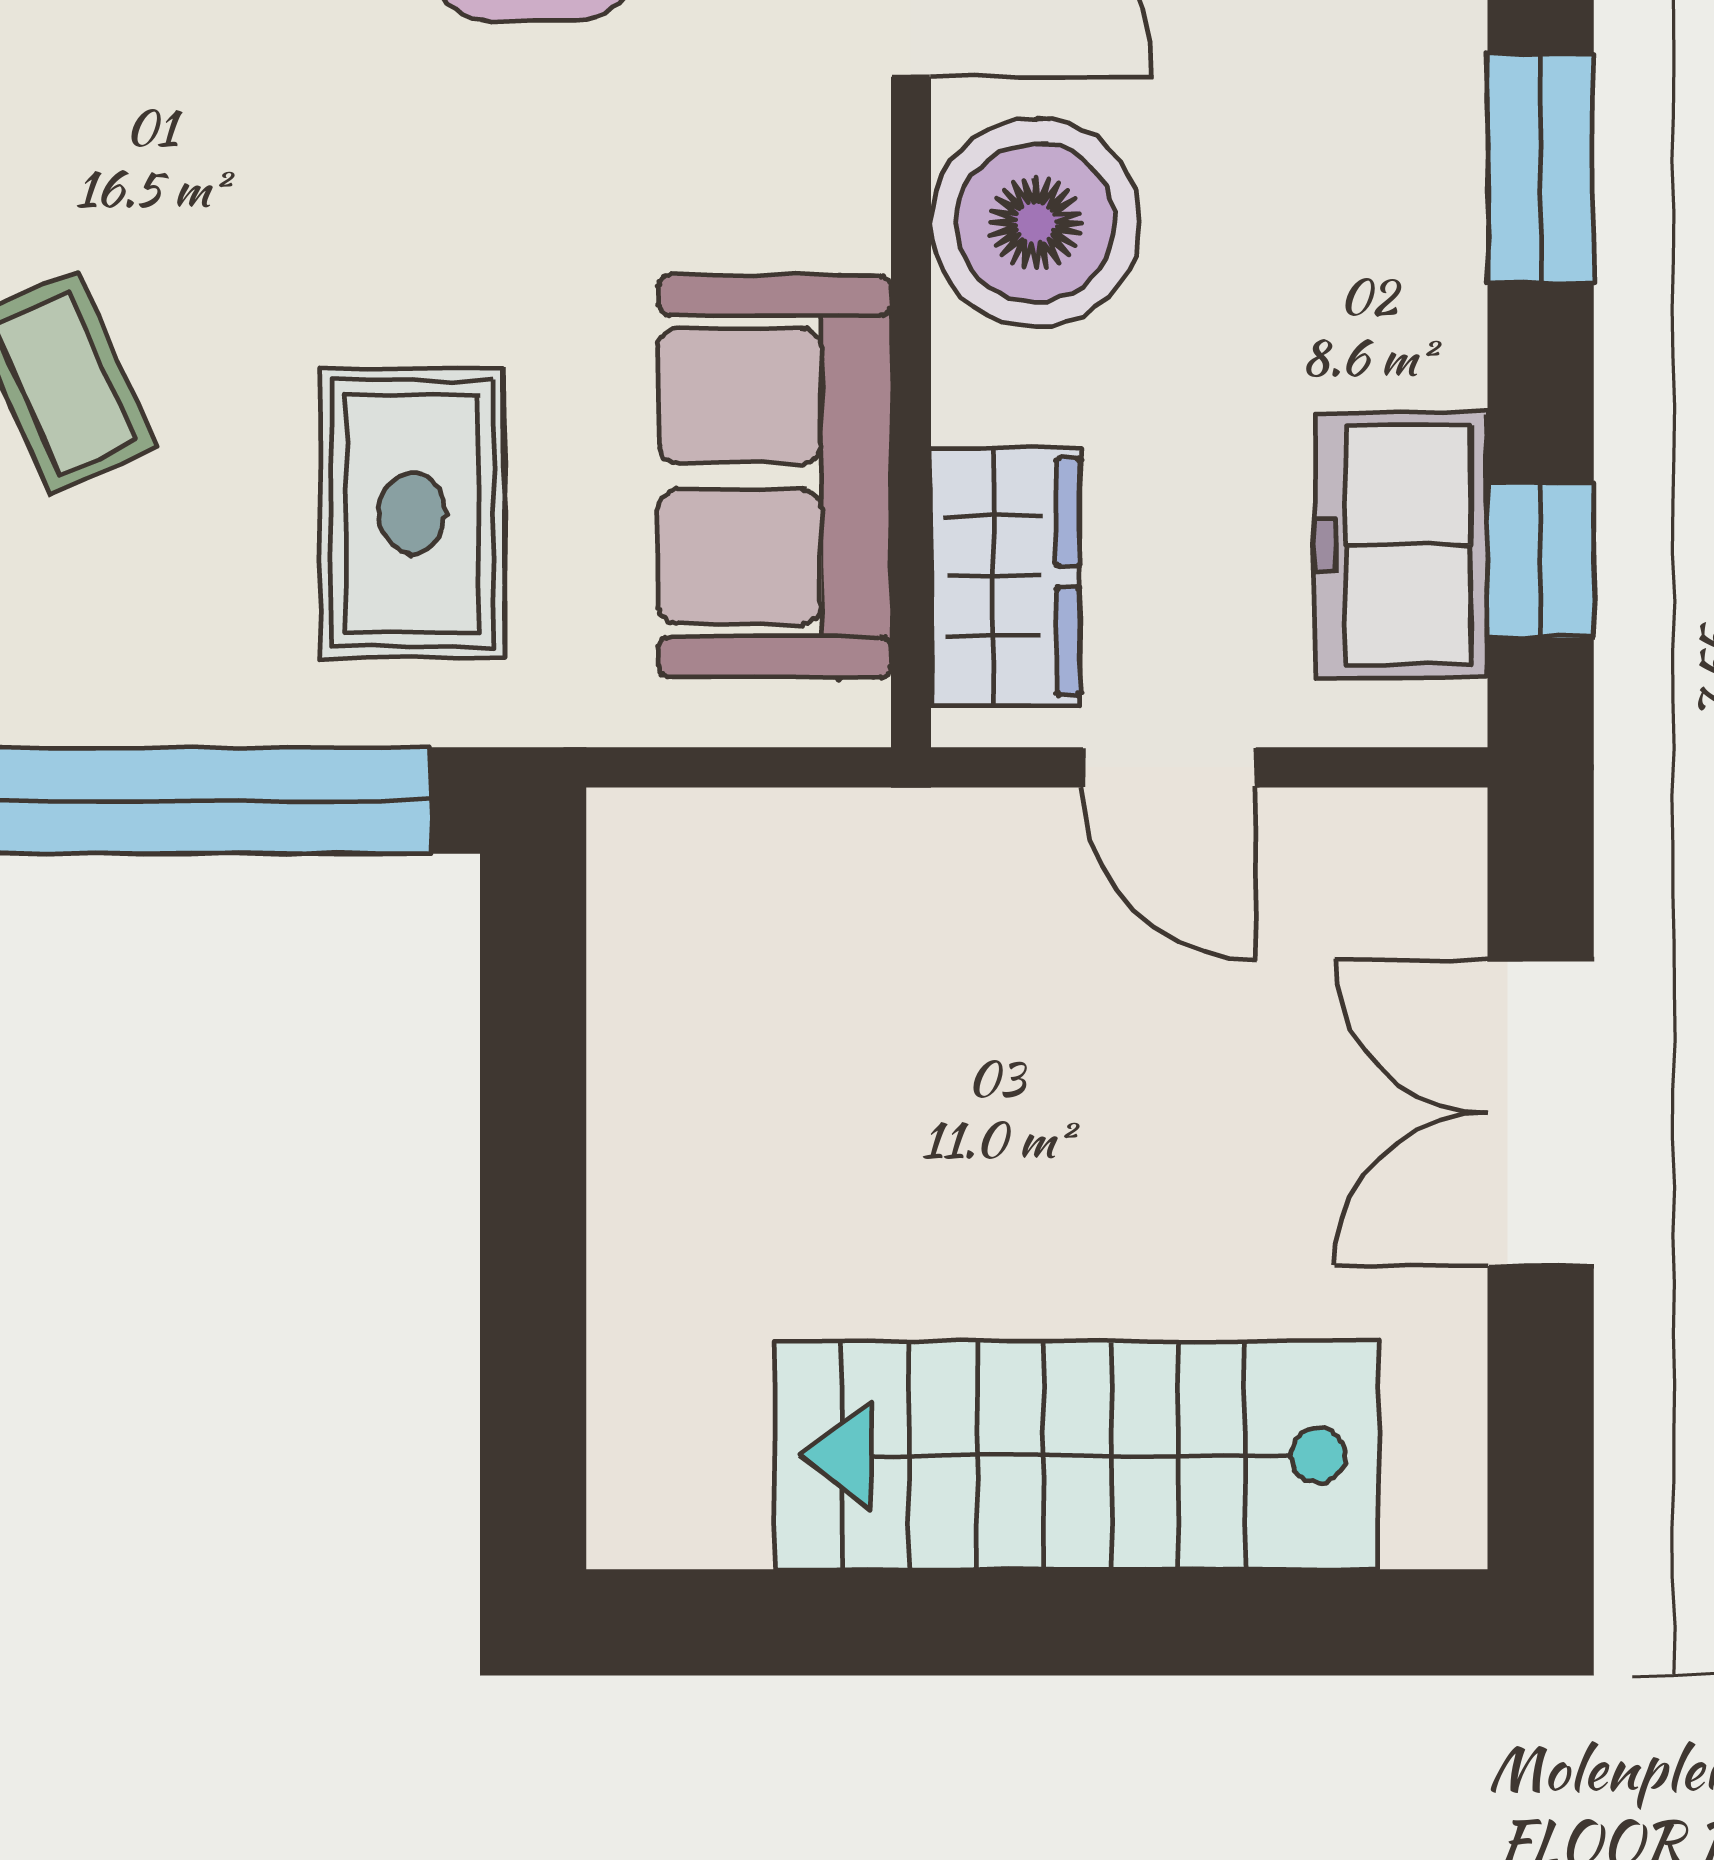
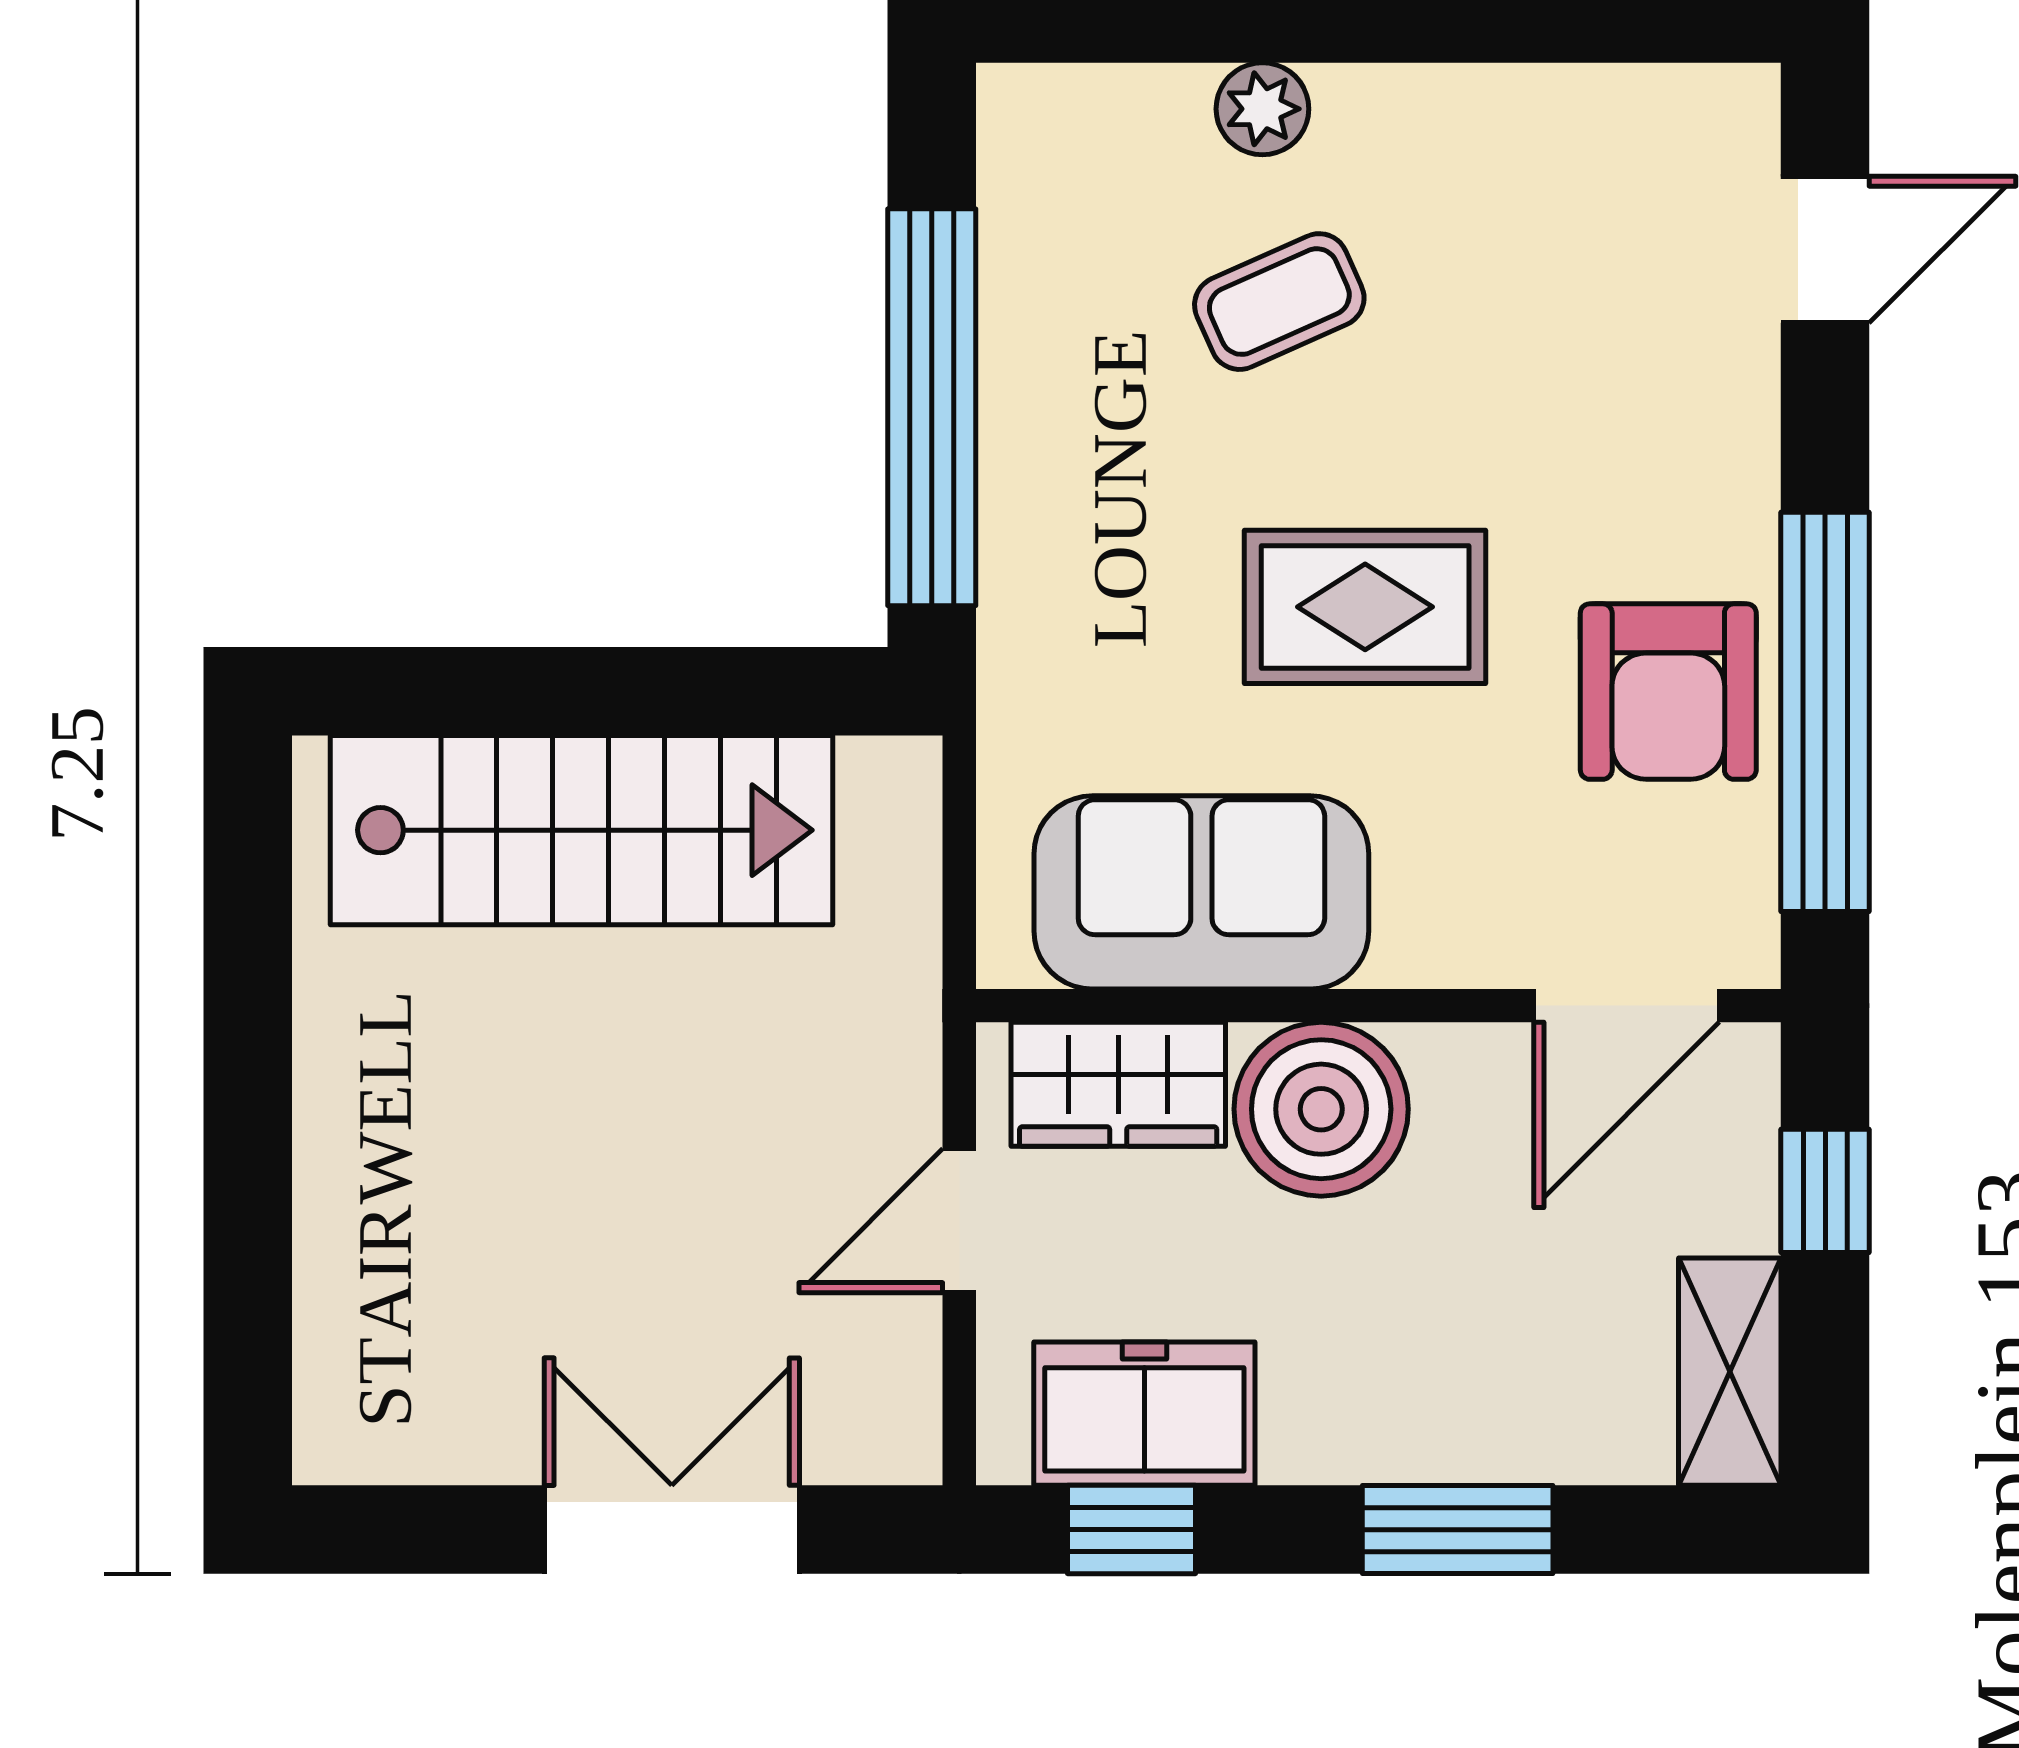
boiler: (1035, 223) -> (1321, 1109), moved
rug: (412, 513) -> (1365, 607), moved
stairs: (1076, 1456) -> (581, 830), moved, turned 90

